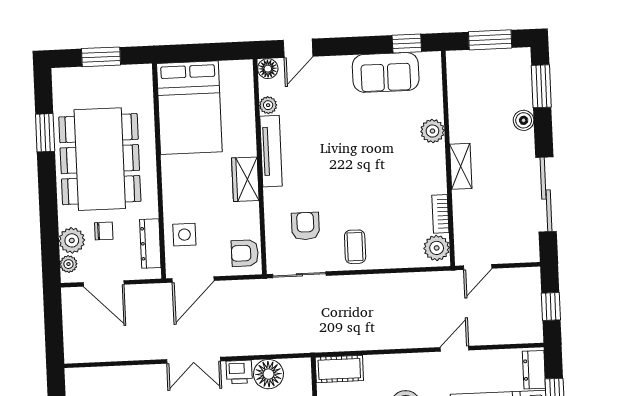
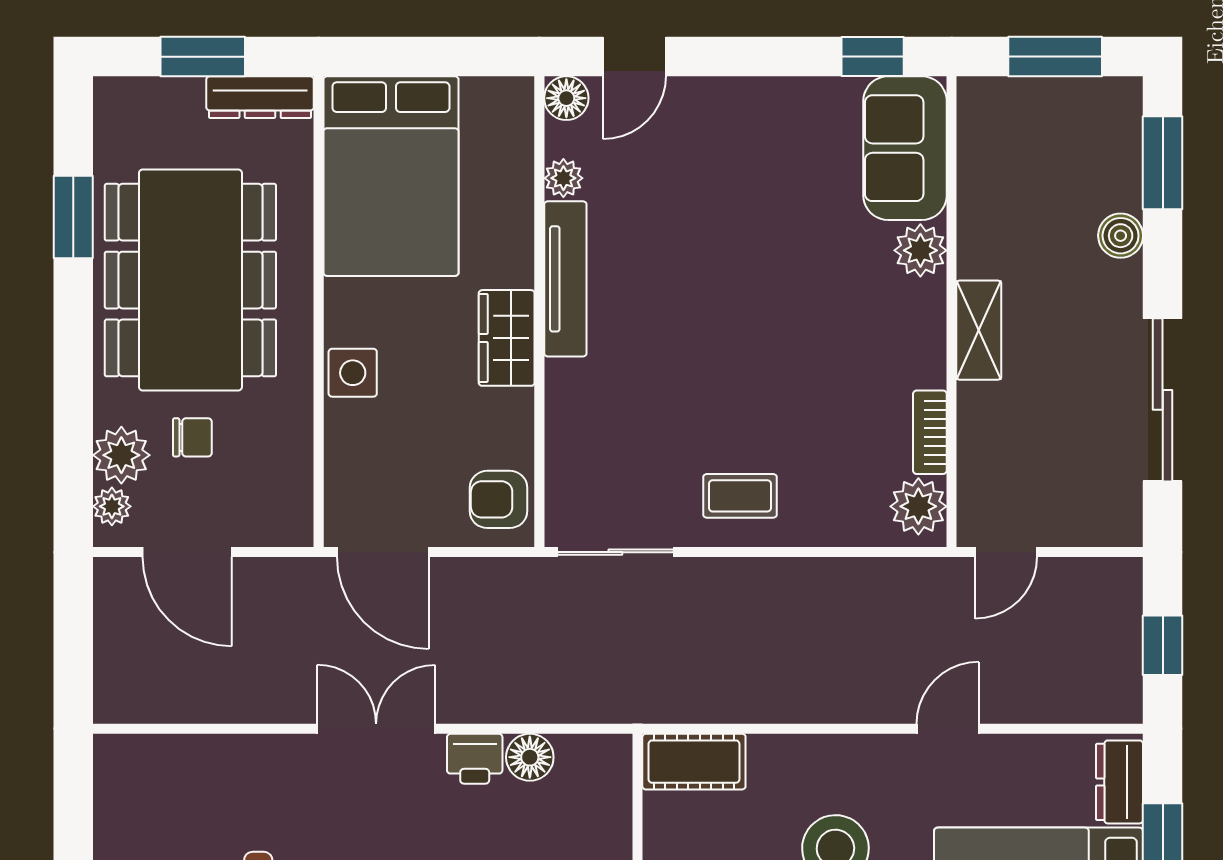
sofa: (386, 72) -> (905, 148), moved, turned 90
armchair: (305, 226) -> (633, 446), removed
side table: (184, 235) -> (353, 373), moved
dresser: (150, 243) -> (260, 97), moved, turned -90
coffee table: (355, 247) -> (740, 496), turned 90
door: (193, 279) -> (383, 552), hinge flipped
double door: (194, 360) -> (376, 729), swing flipped
floor lamp: (268, 374) -> (530, 757), width x0.73, depth x0.73

